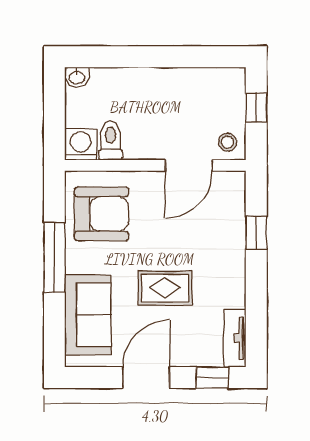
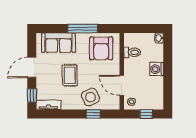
washing machine: (81, 144) -> (157, 69), moved, turned 180
side table: (216, 239) -> (90, 97), added
door: (146, 378) -> (32, 67), swing flipped

